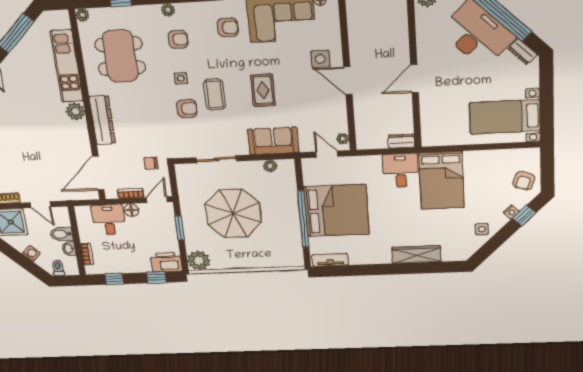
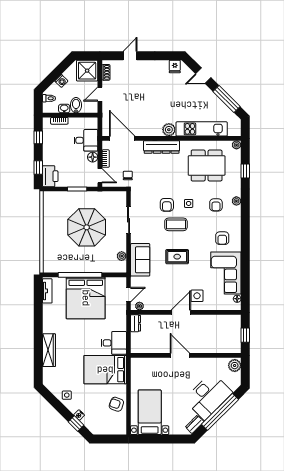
dresser: (401, 141) -> (136, 323), moved
armchair: (524, 181) -> (116, 404), moved
plant: (199, 261) -> (51, 199), removed

